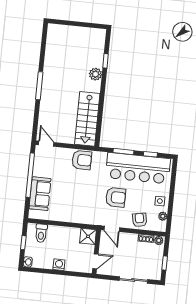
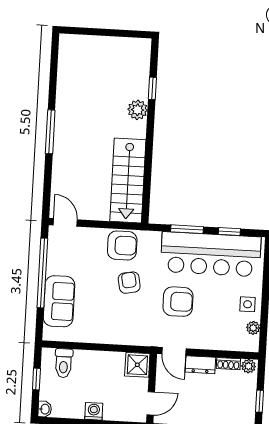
armchair: (140, 220) -> (129, 283), moved
dresser: (128, 238) -> (200, 365), added

